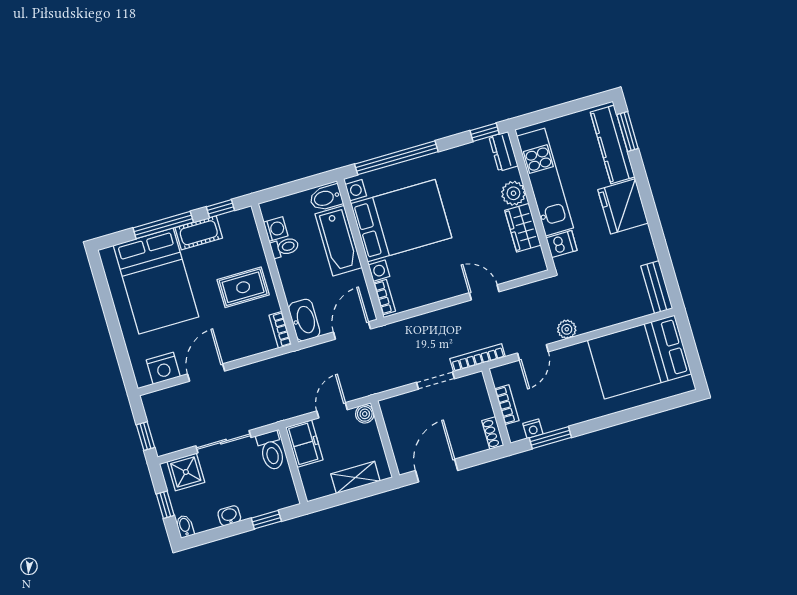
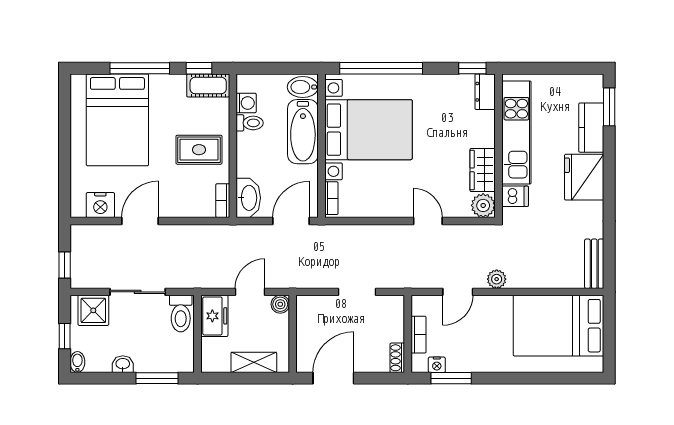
kitchen counter: (613, 145) -> (591, 128), width x0.67
plant: (513, 193) -> (483, 205), moved
cot: (199, 233) -> (208, 85), moved
bookcase: (478, 358) -> (404, 282), removed
window: (266, 520) -> (157, 378), width x1.50

